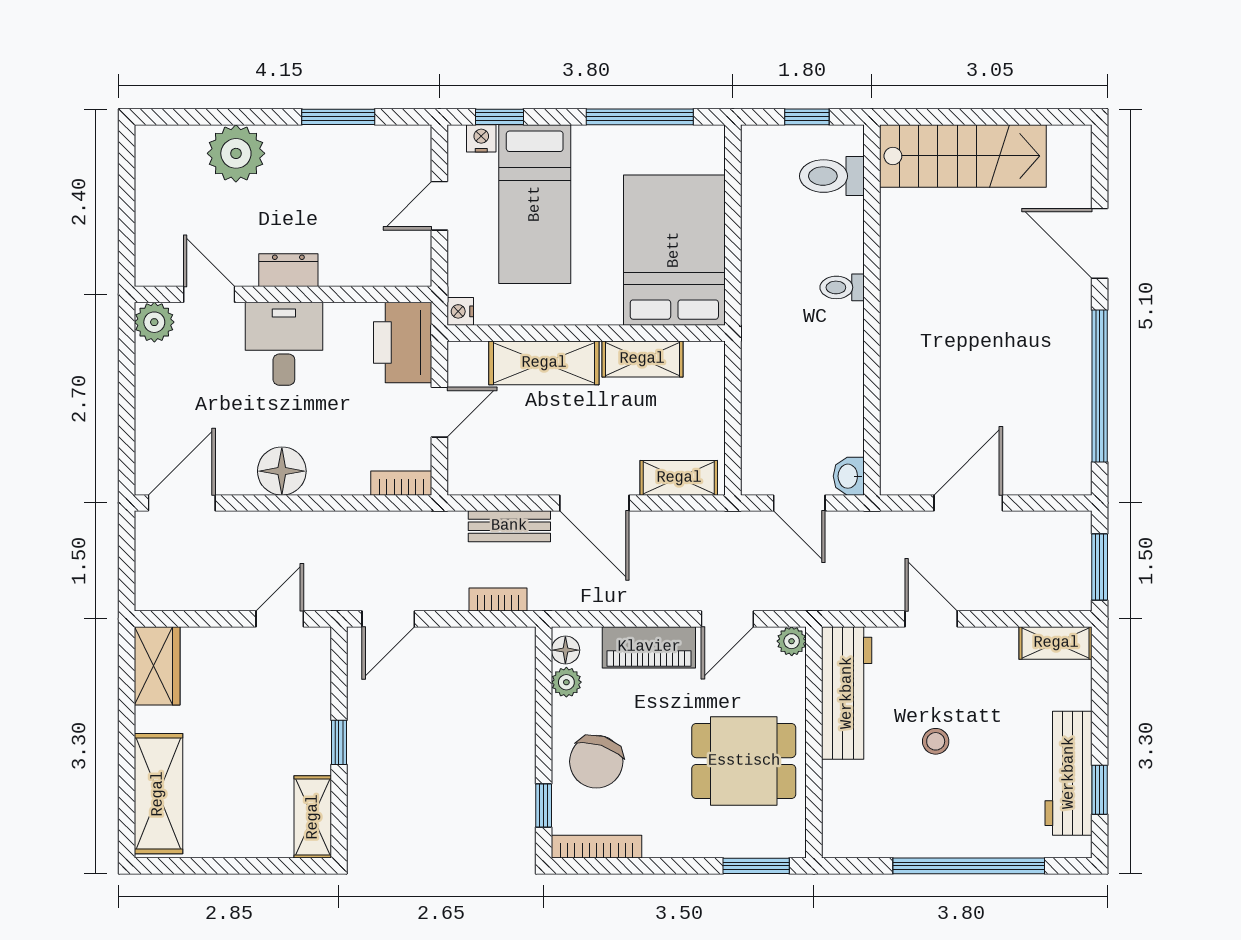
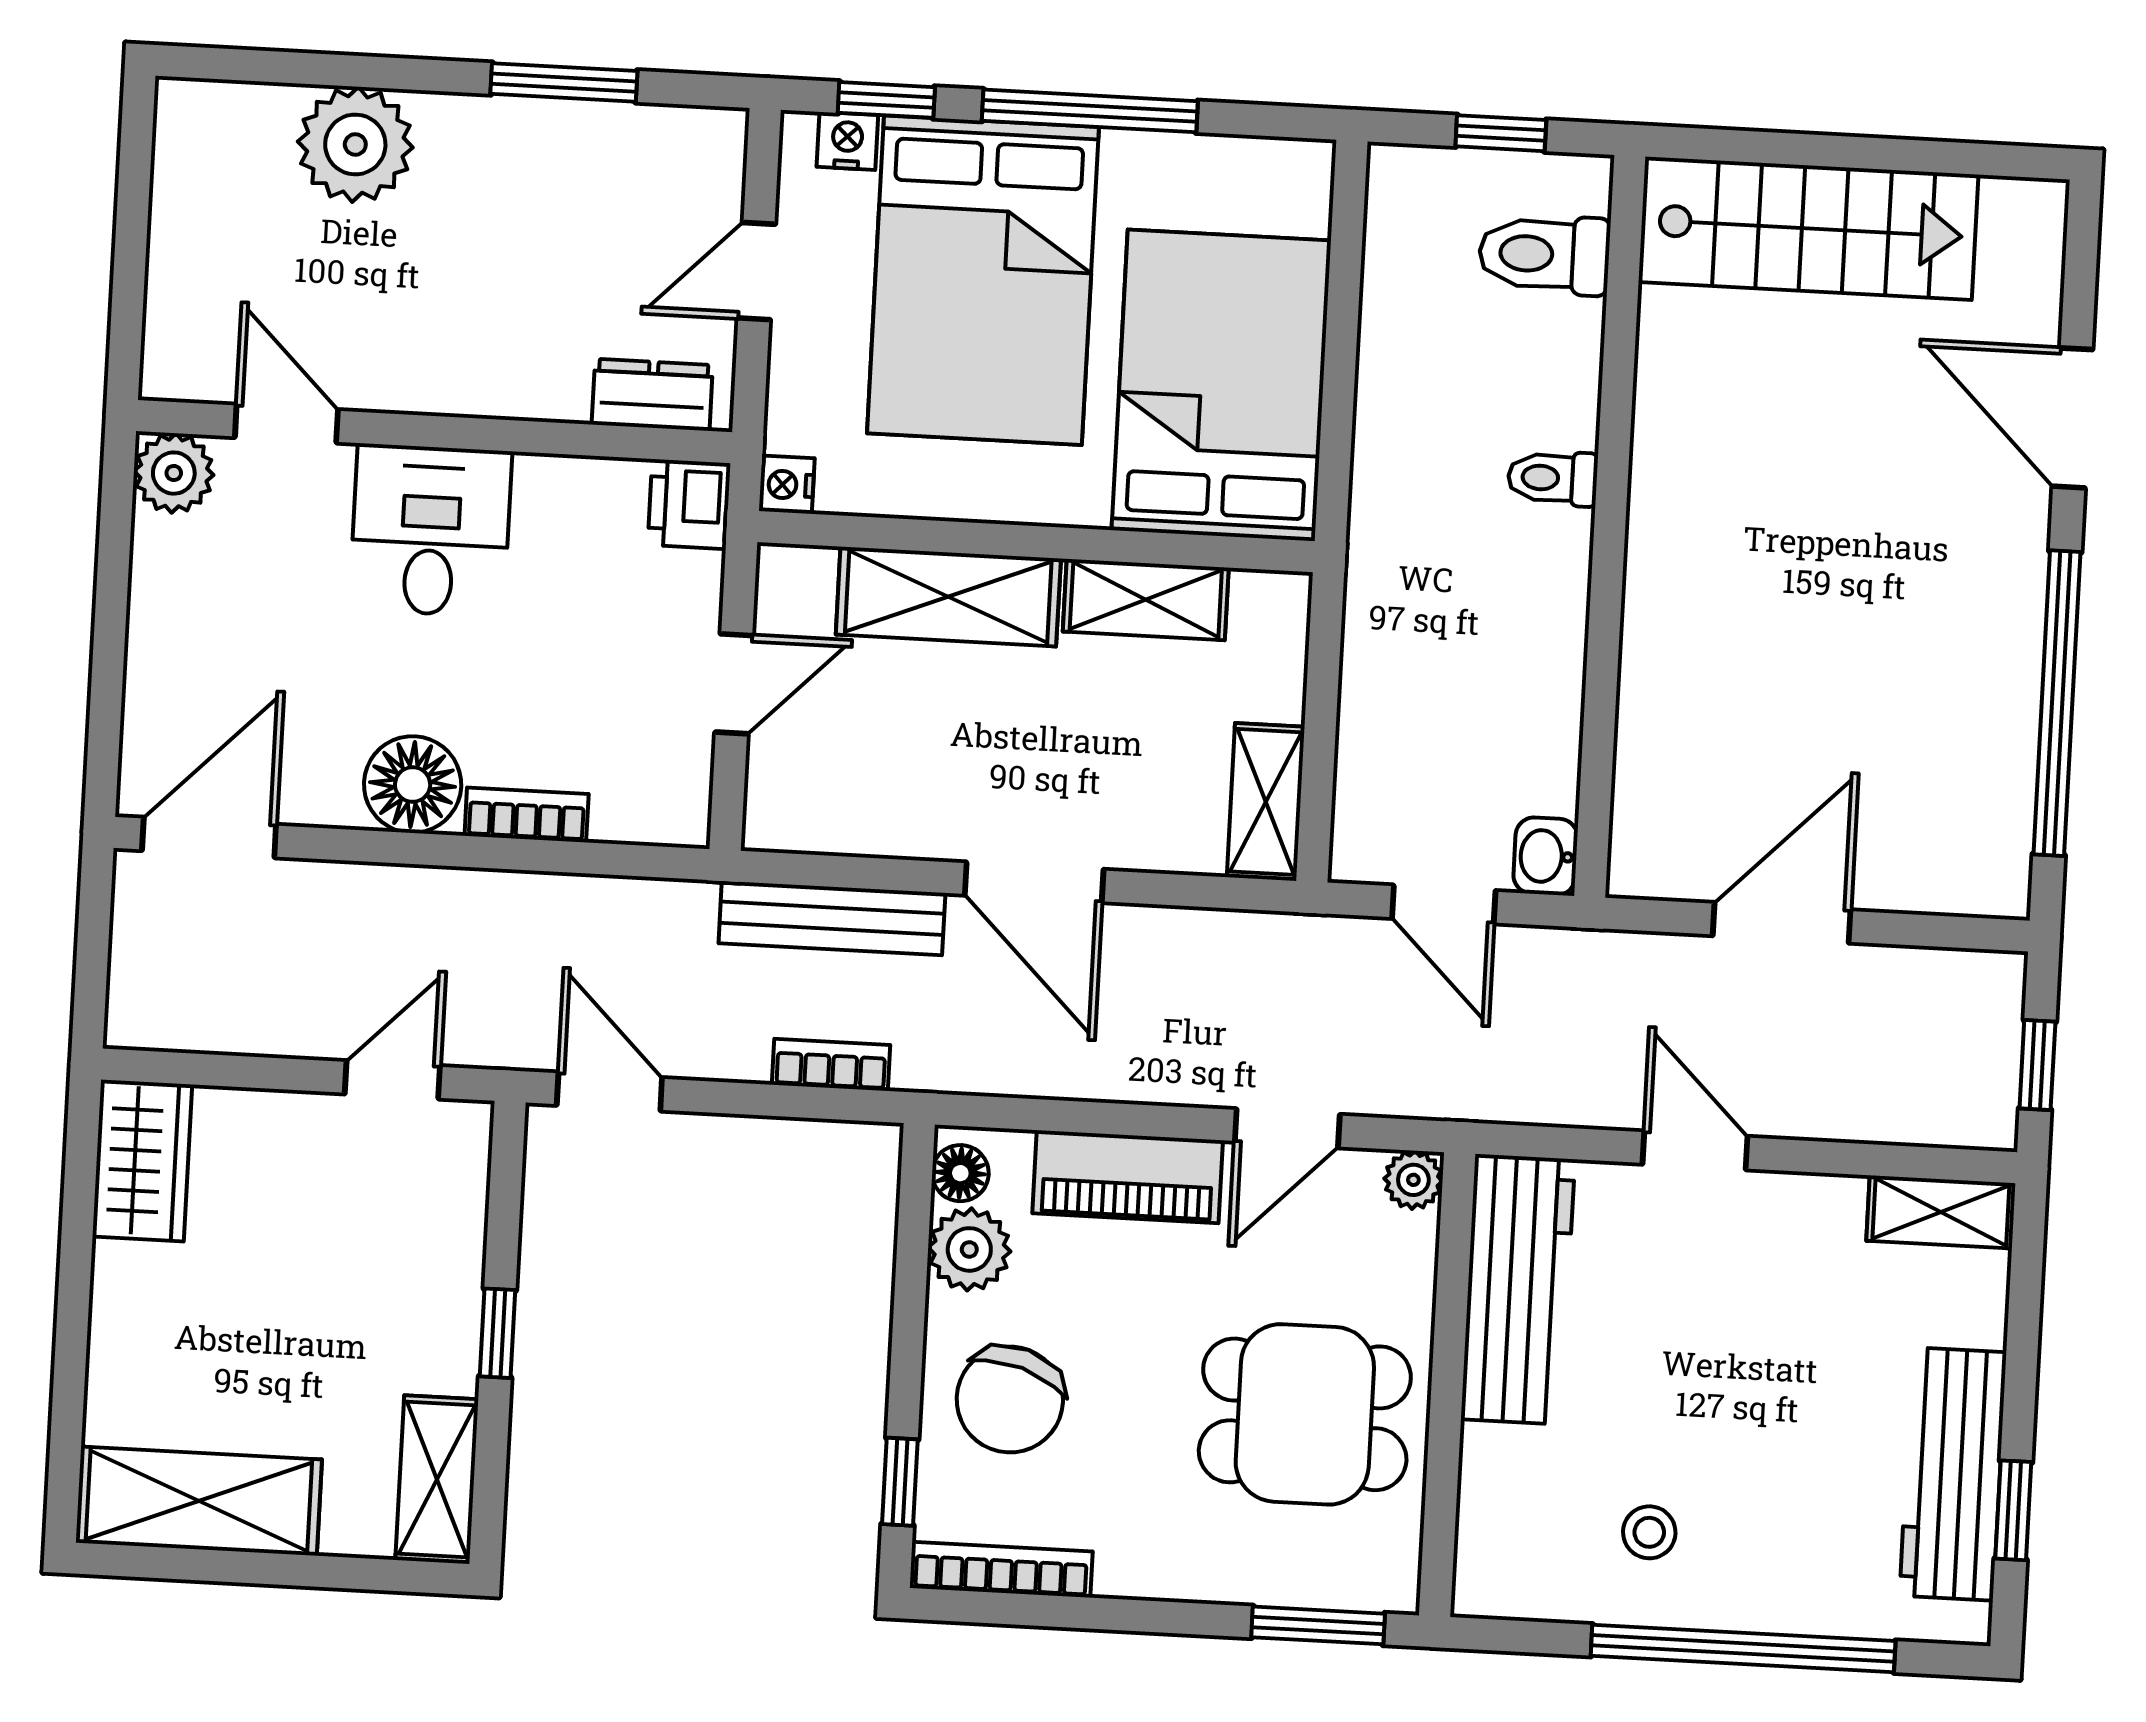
window: (640, 117) -> (1090, 111), moved
bed: (535, 204) -> (983, 280), width x1.50
dresser: (288, 270) -> (652, 395), moved
printer: (403, 343) -> (689, 504), width x0.53, depth x0.68
shelving: (679, 478) -> (1266, 802), moved, turned 90
bookcase: (401, 483) -> (527, 815), moved
bench: (509, 526) -> (832, 918), width x1.36
window: (1100, 567) -> (2037, 1065), width x0.67
door: (388, 619) -> (609, 1092), swing flipped
plant: (566, 682) -> (969, 1249), width x1.38, depth x1.38
stool: (936, 741) -> (1649, 1532), moved
shelving: (158, 794) -> (199, 1501), moved, turned 90

